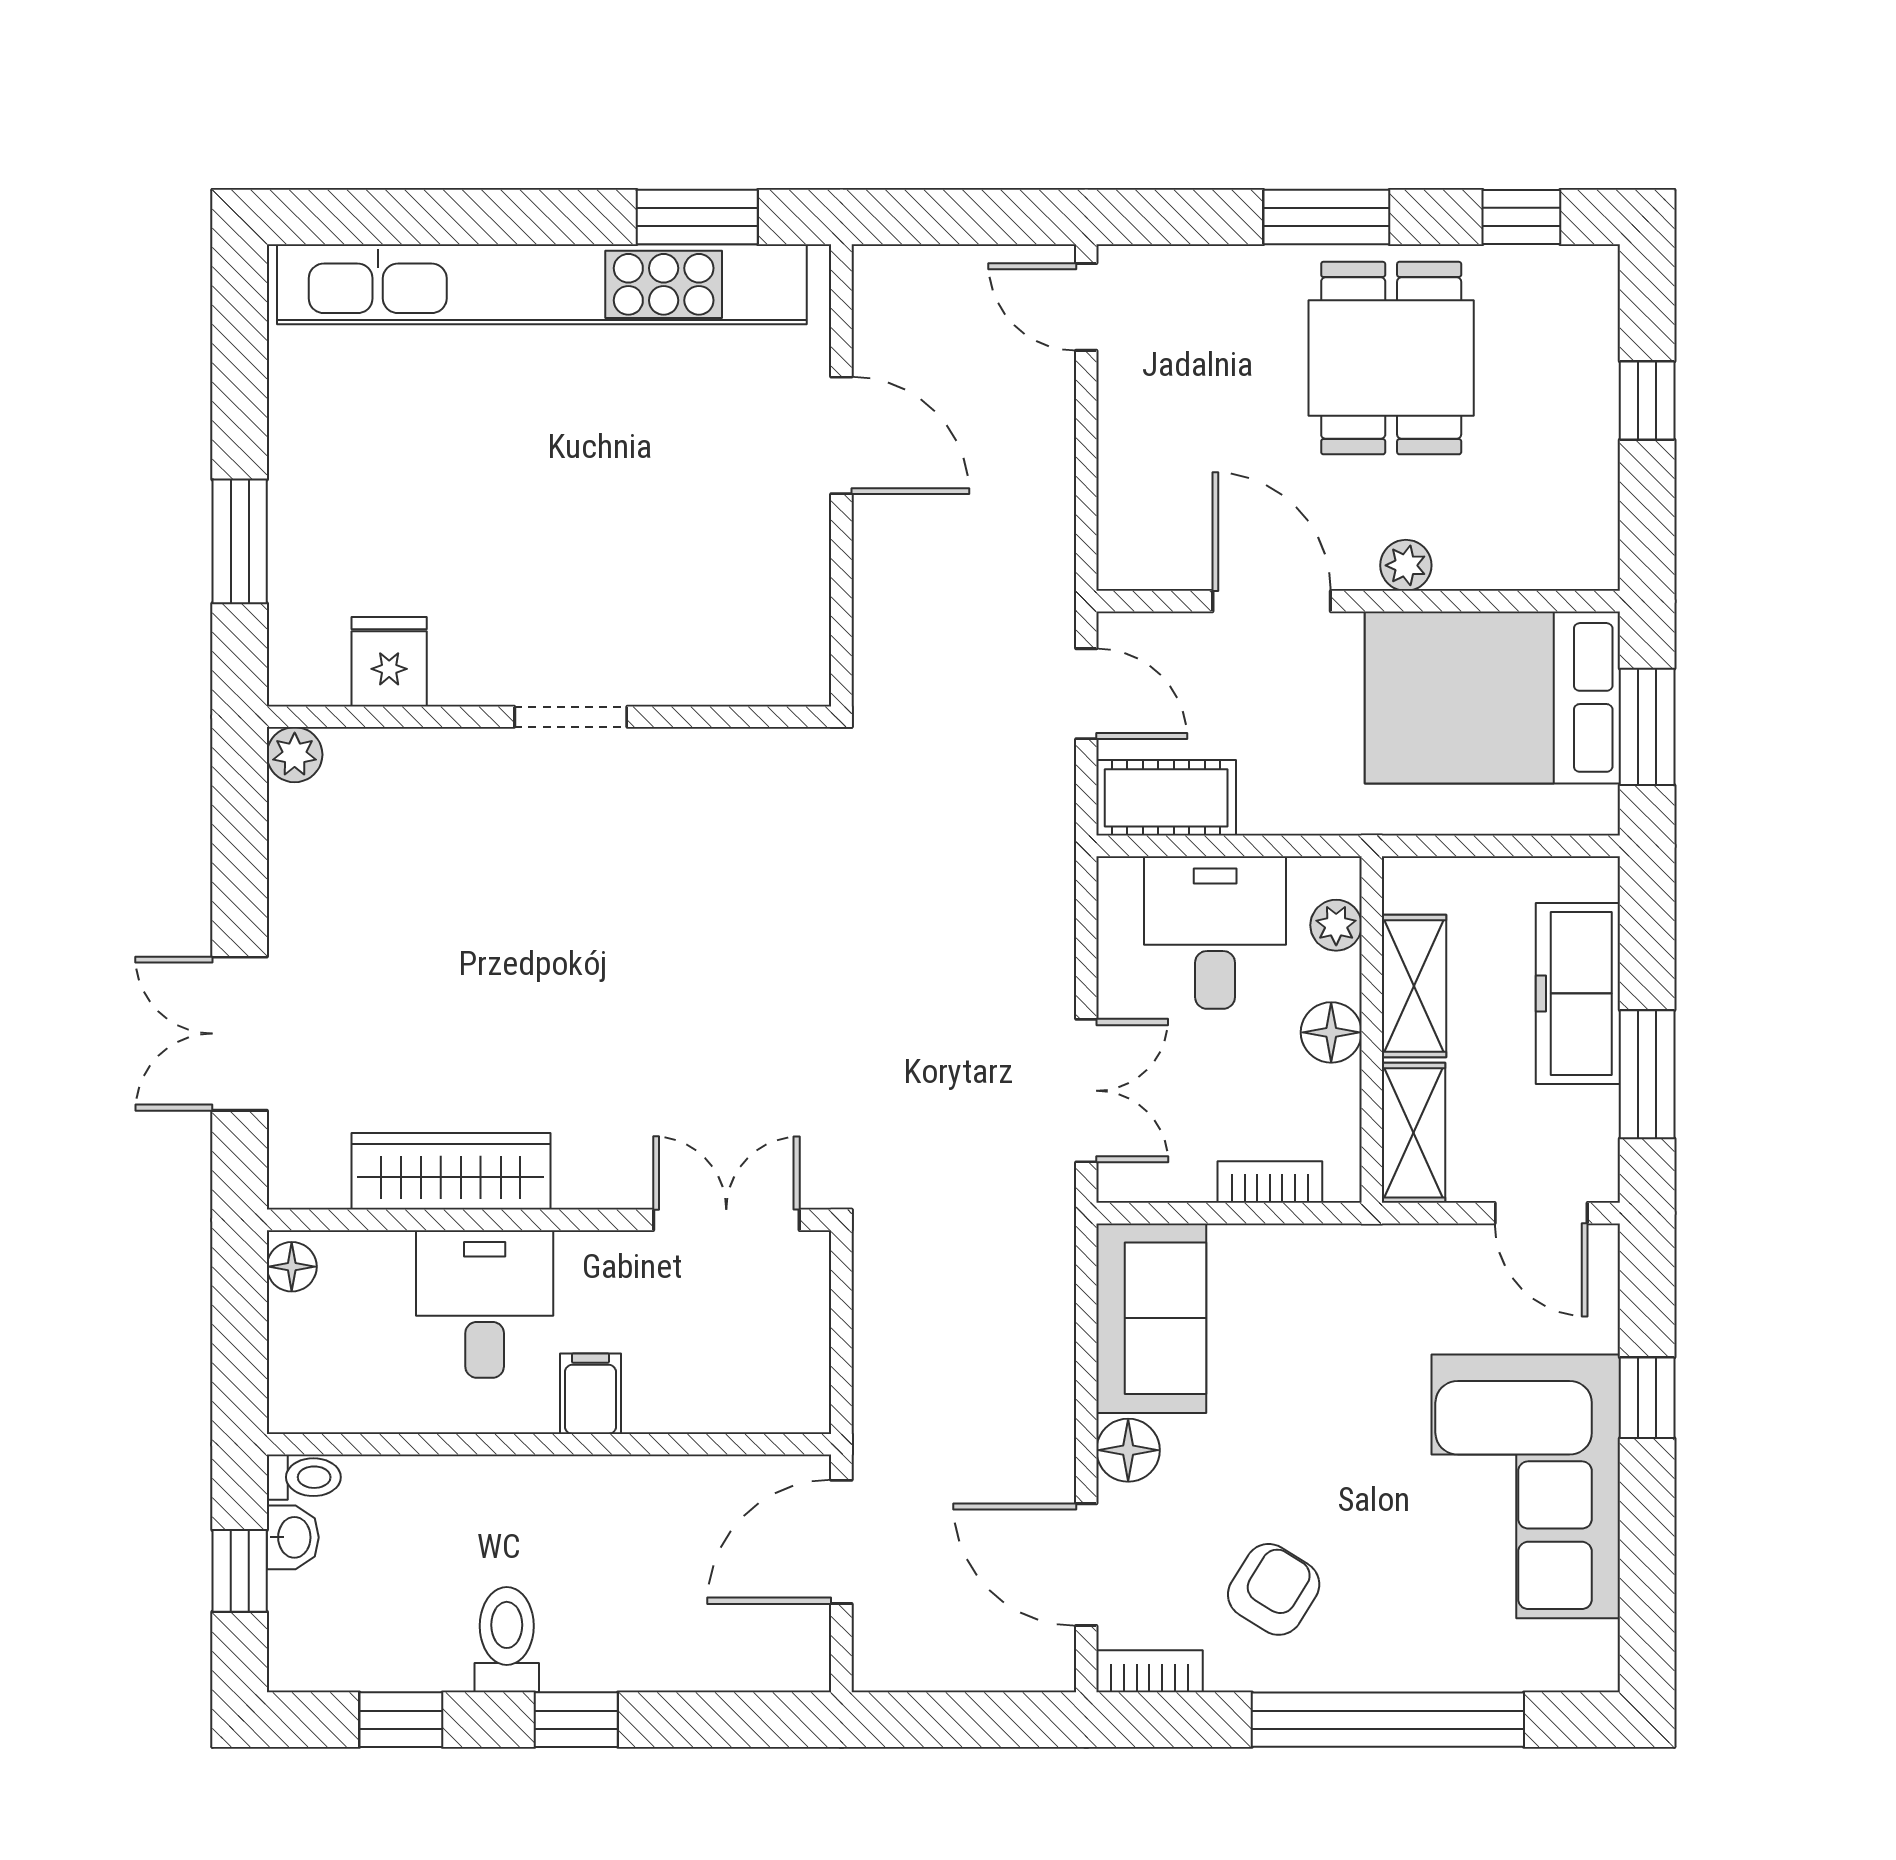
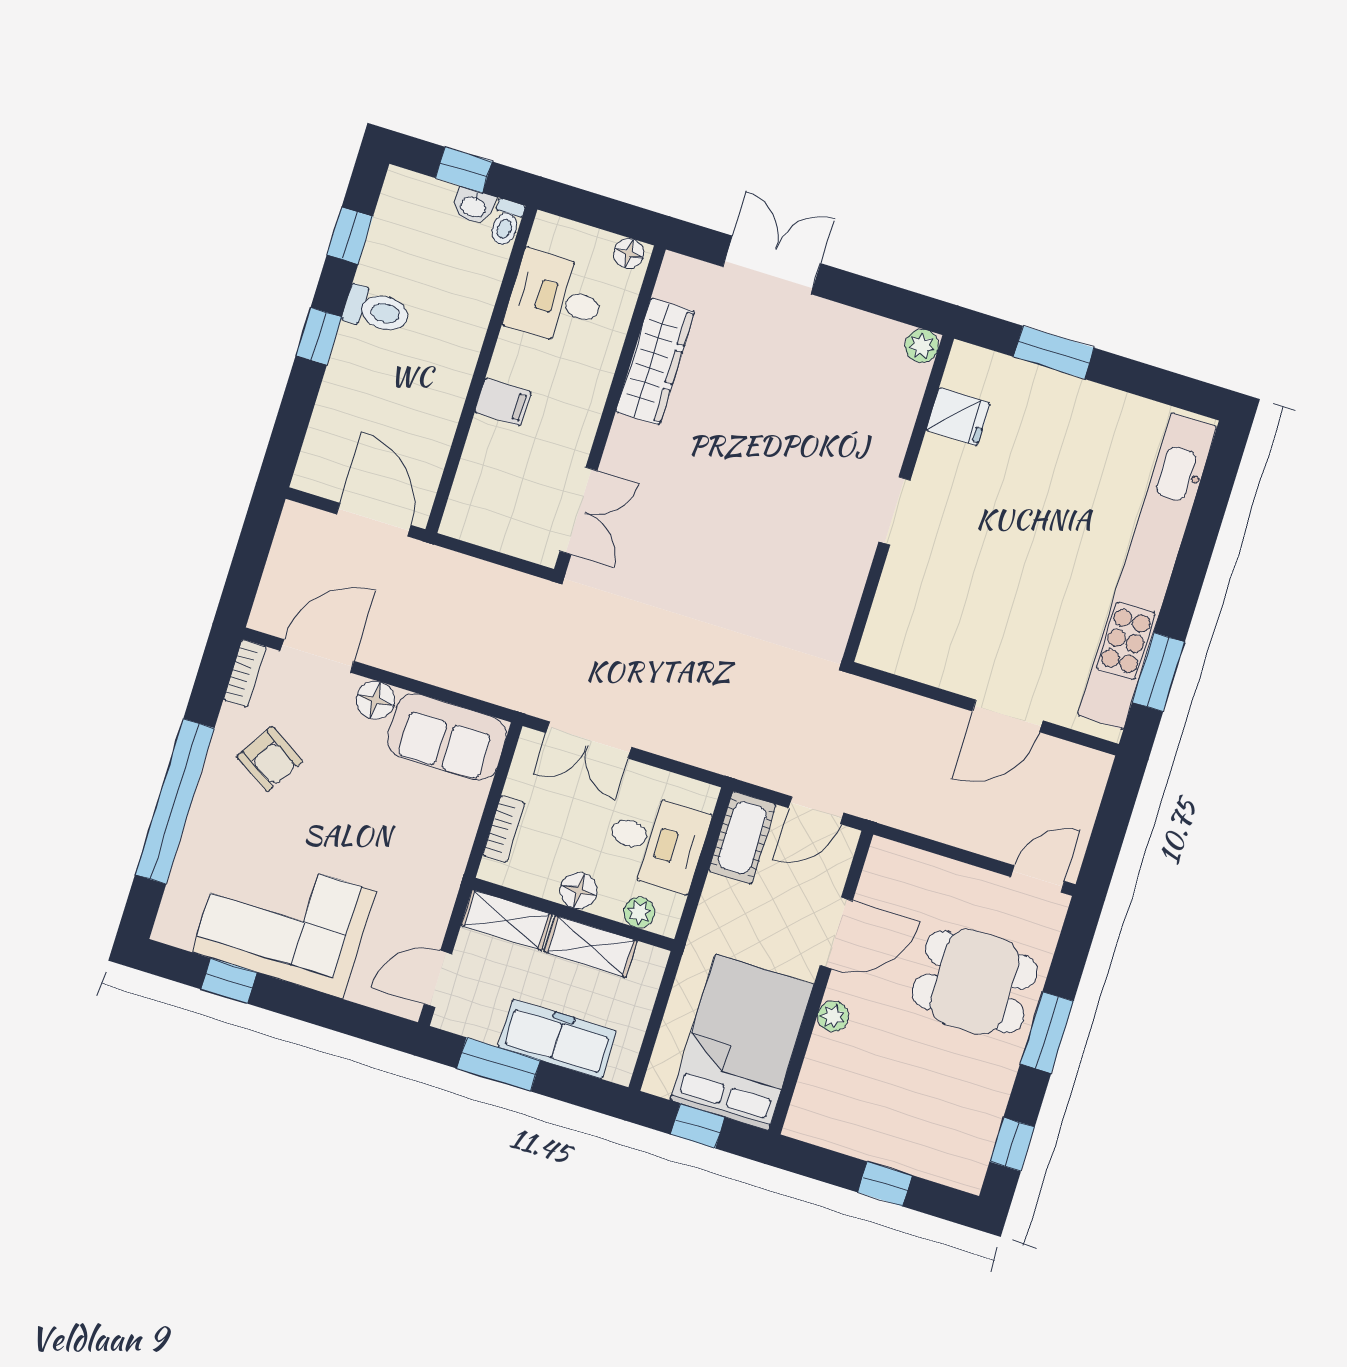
dining table: (1391, 358) -> (975, 982), moved
window: (1647, 727) -> (698, 1126), width x0.67
desk: (485, 1304) -> (556, 299), moved, turned 180
window: (1647, 1398) -> (229, 981), moved

